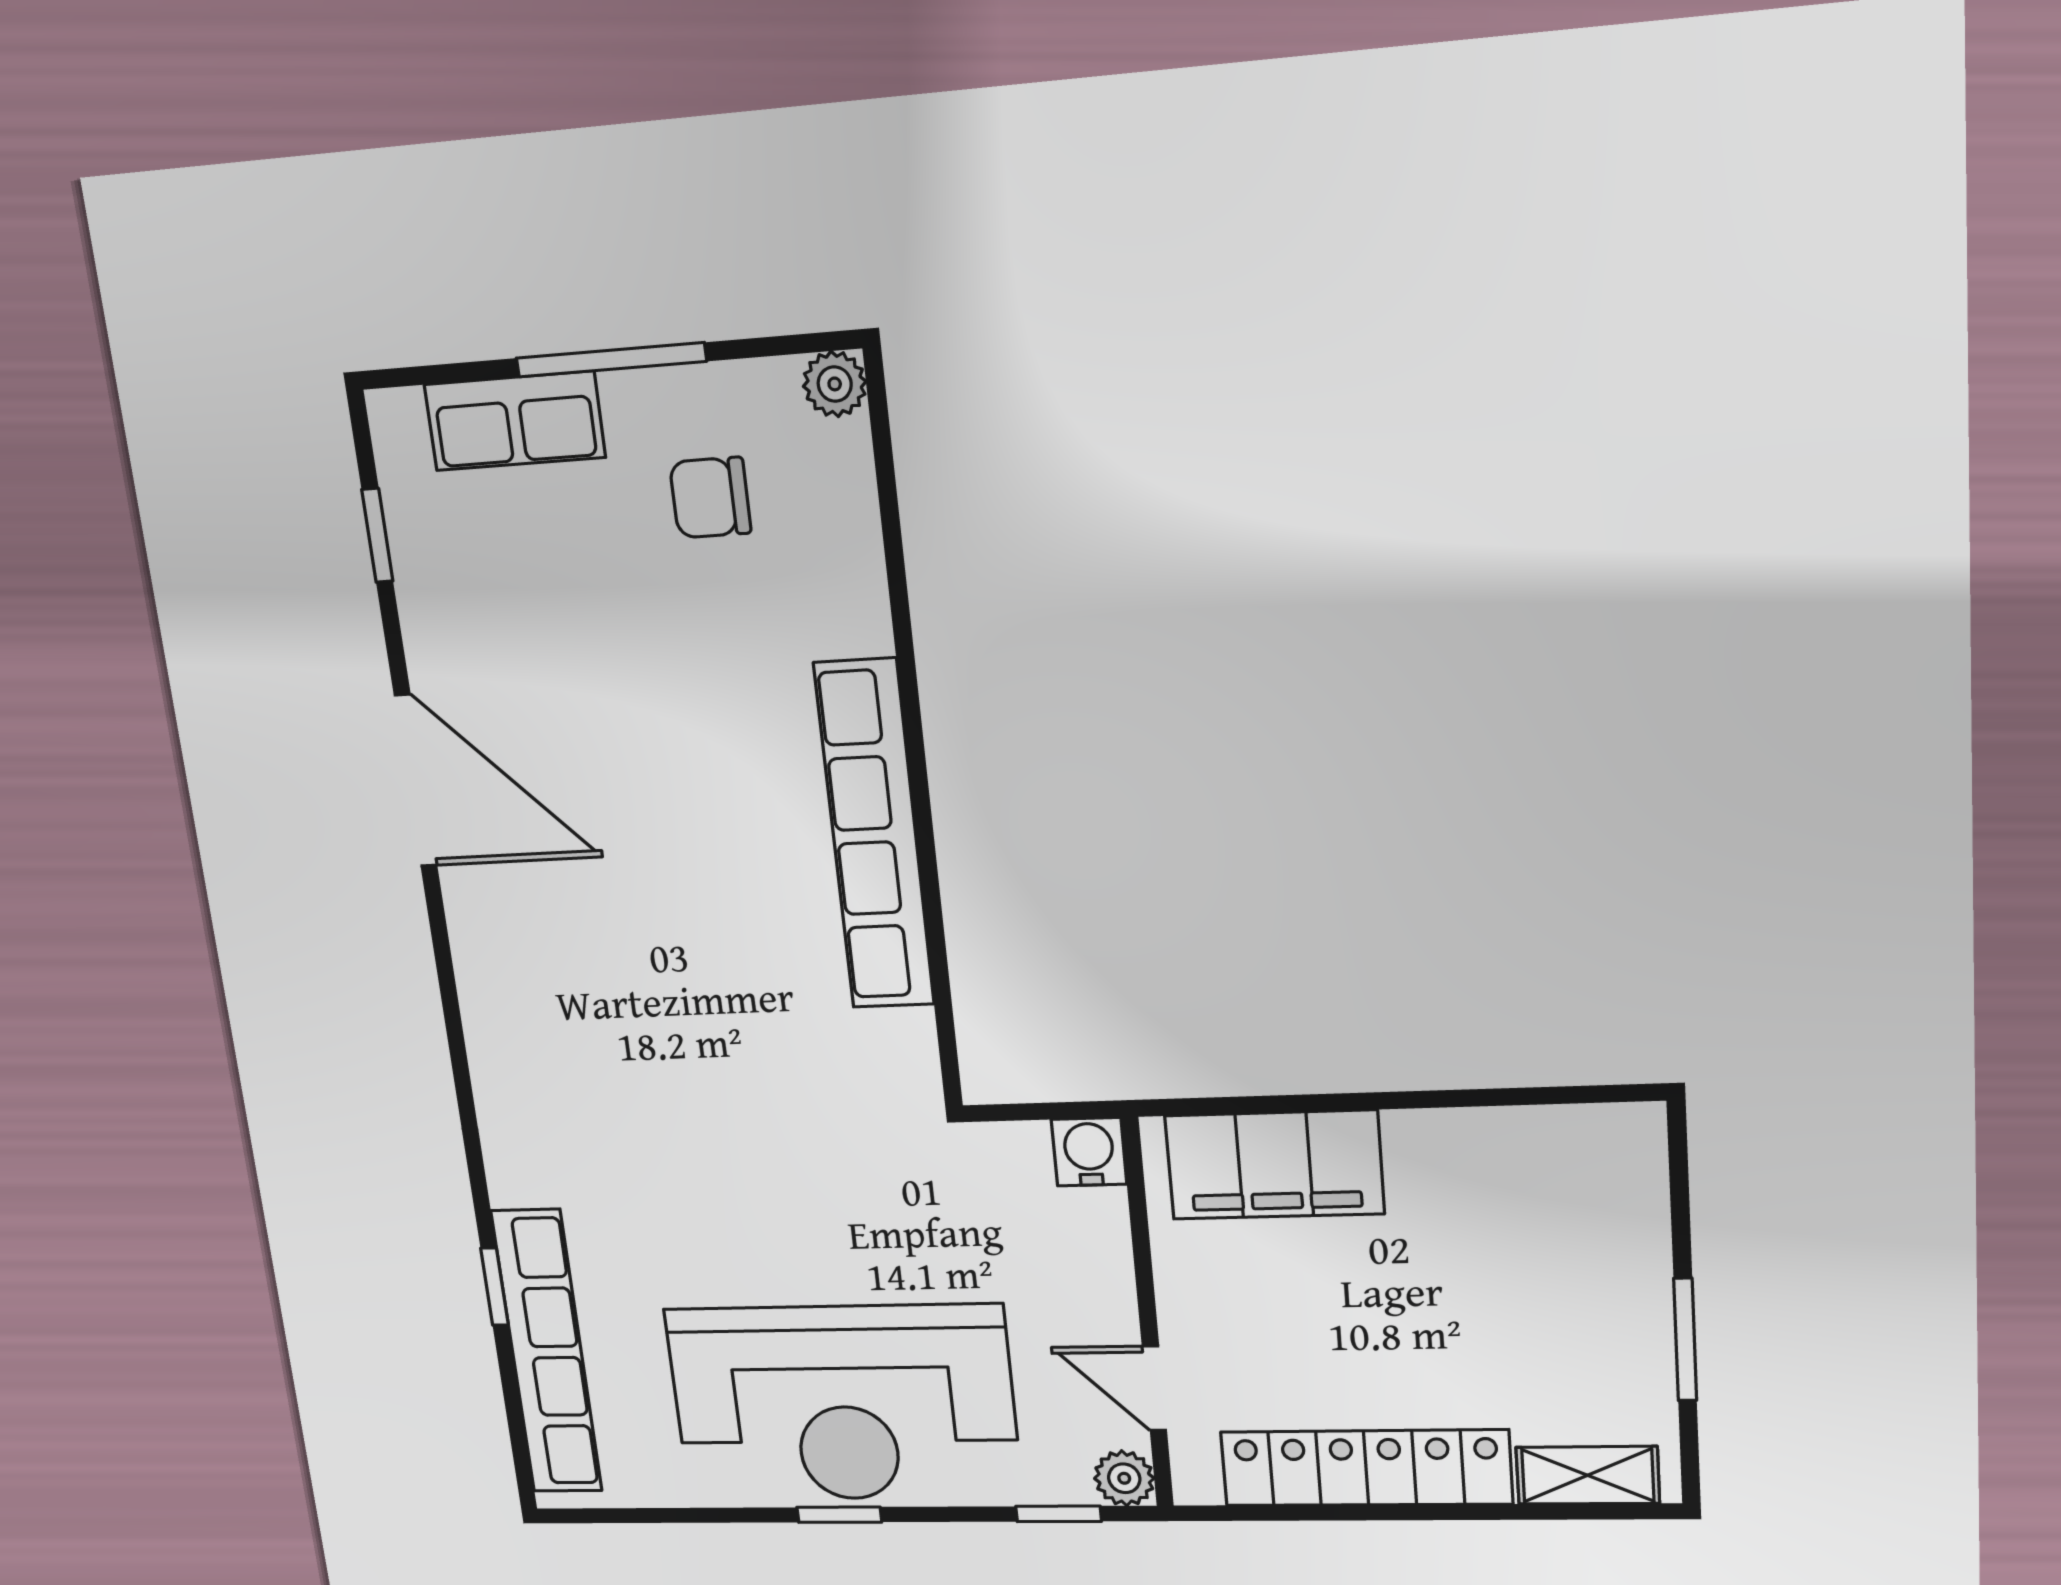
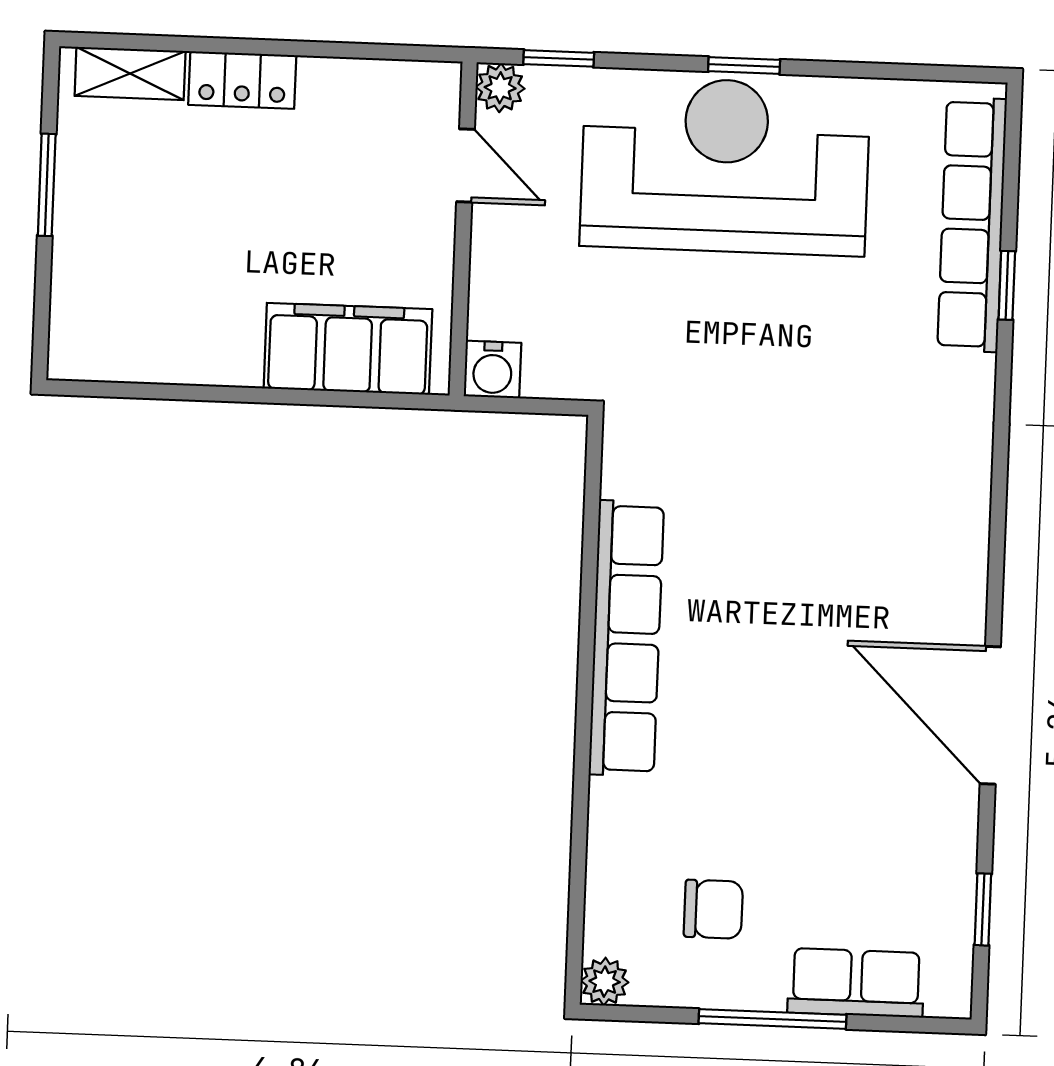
locker: (1366, 1468) -> (242, 80), width x0.46, depth x0.83

